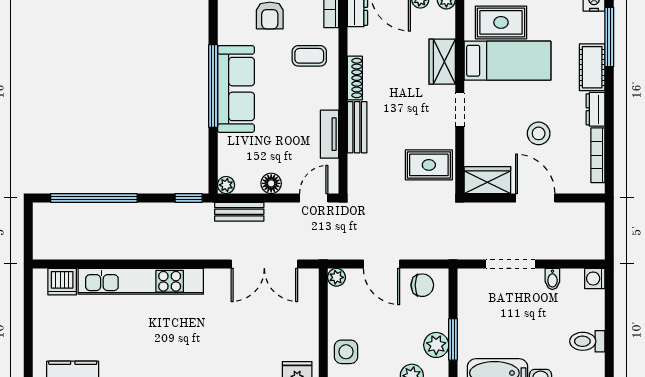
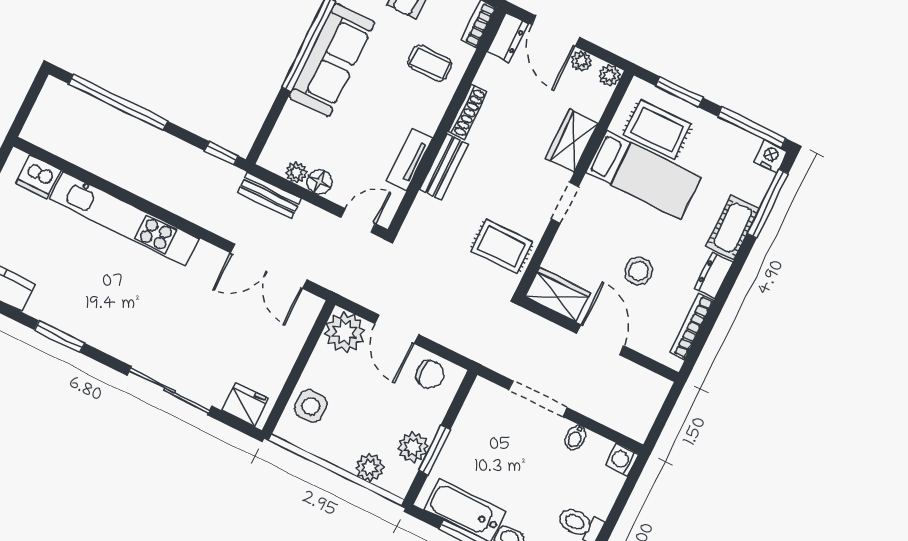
plant: (226, 185) -> (296, 173), moved
plant: (336, 277) -> (345, 332), width x1.87, depth x1.87

